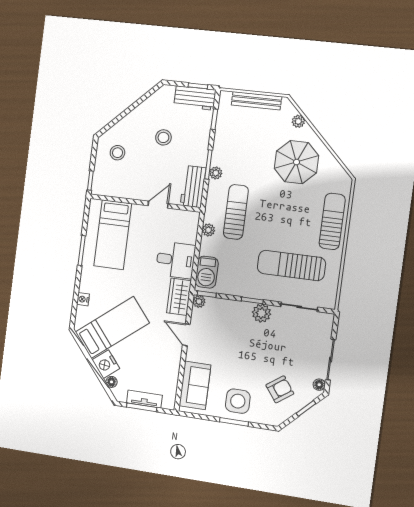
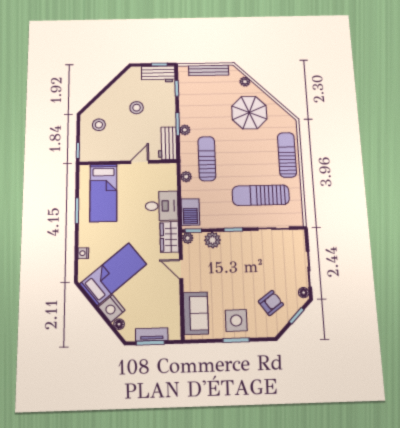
plant: (262, 313) -> (212, 240), moved

